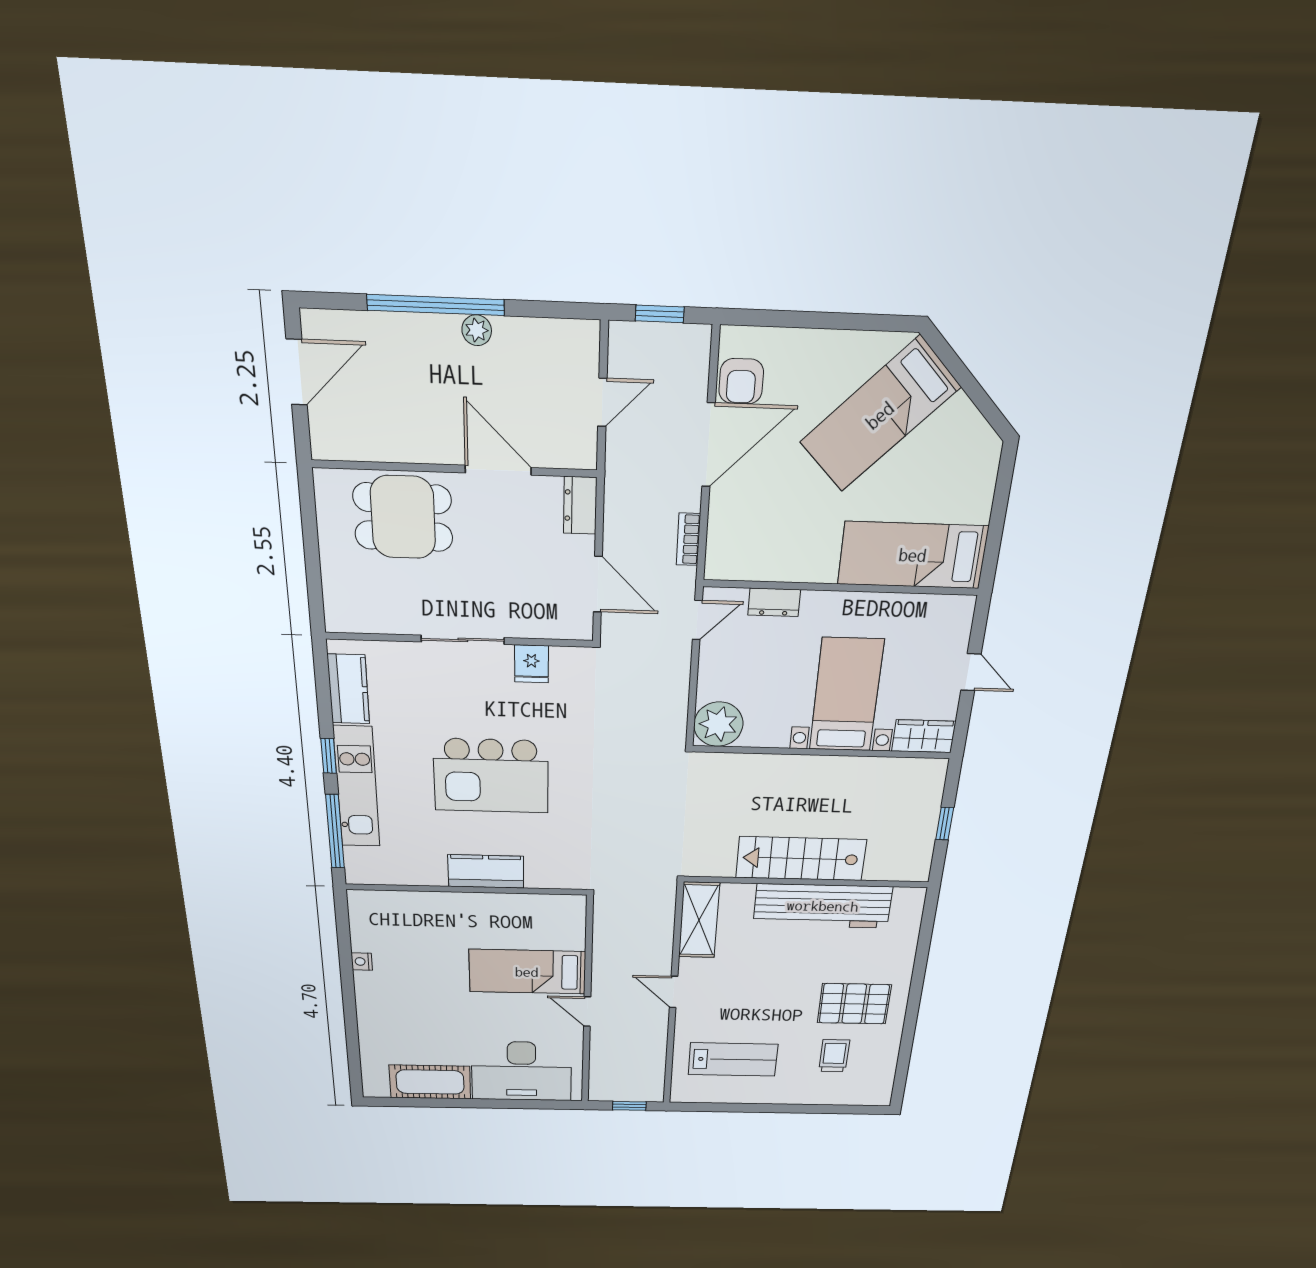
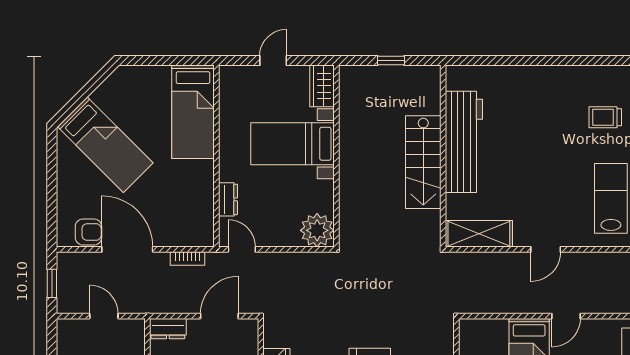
pallet: (854, 1004) -> (554, 107), removed

